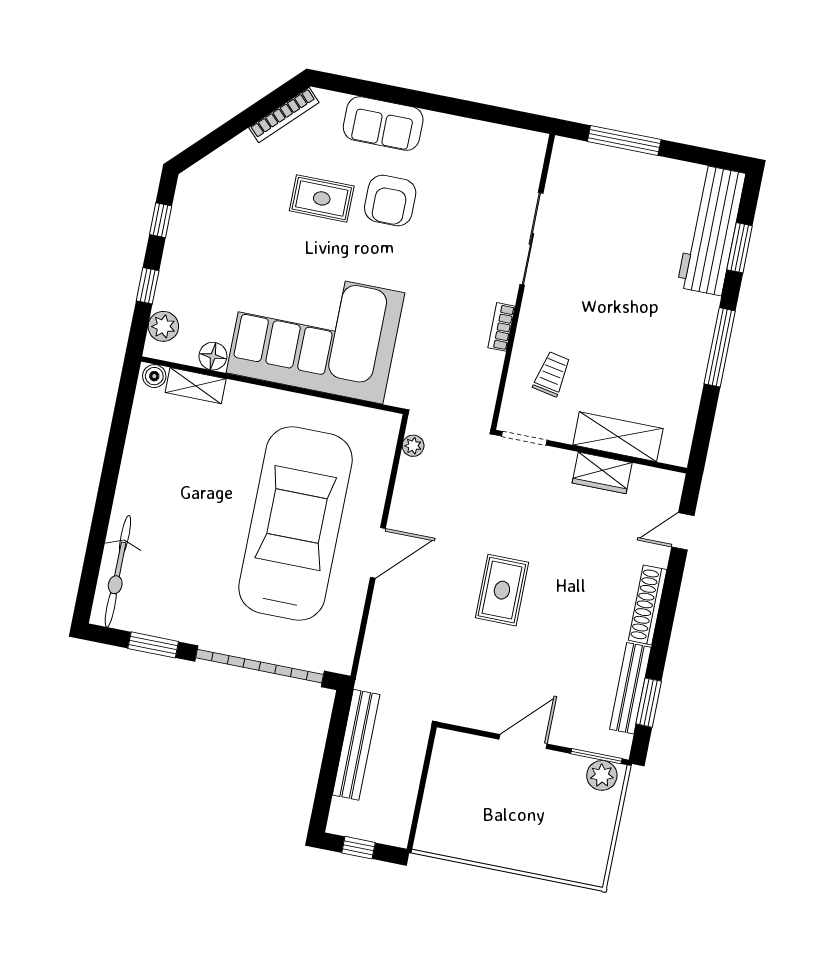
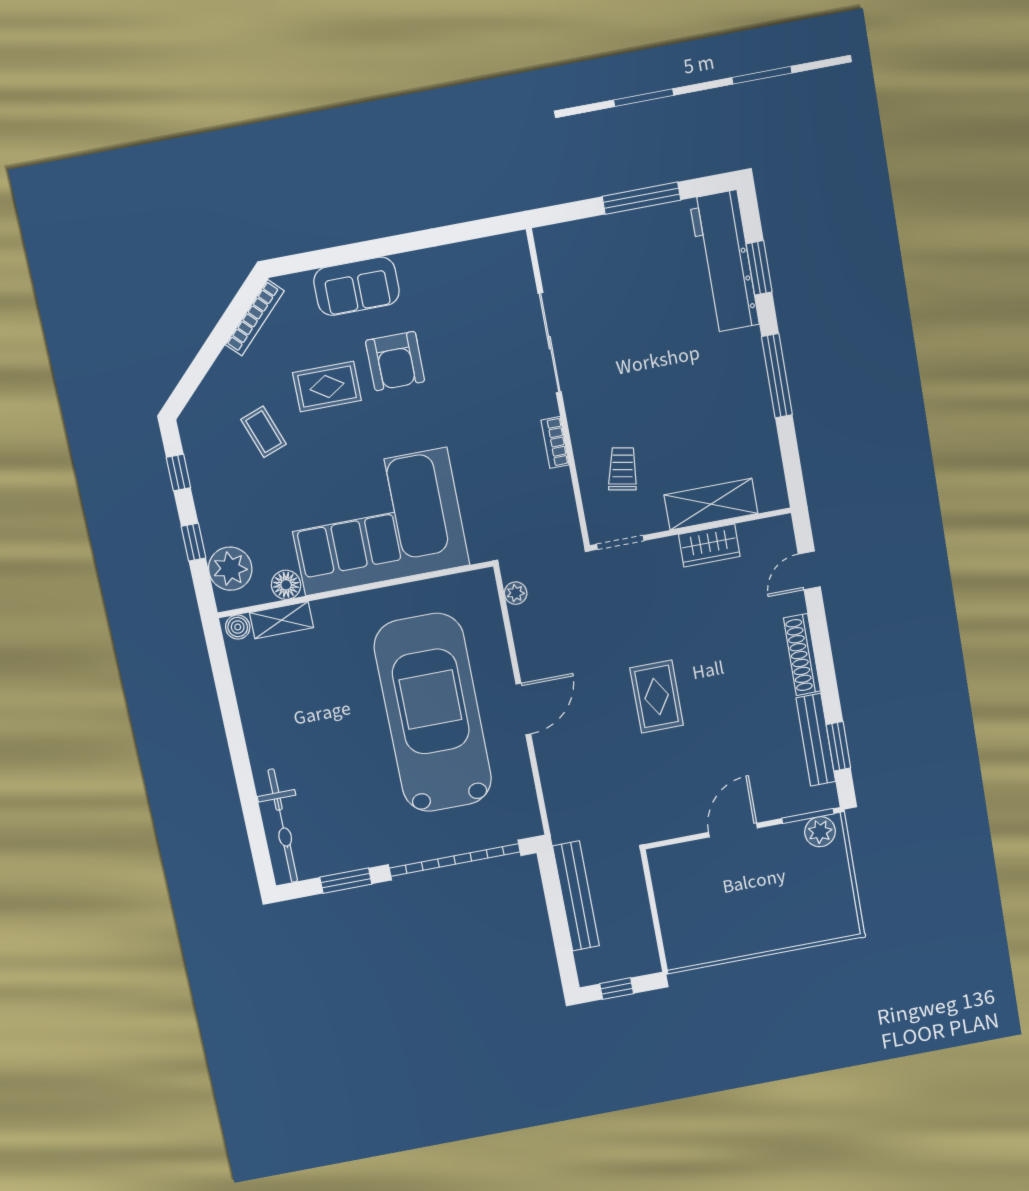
window: (624, 140) -> (641, 198), moved
coffee table: (250, 215) -> (264, 432), added
plant: (163, 326) -> (230, 569), width x1.36, depth x1.36

